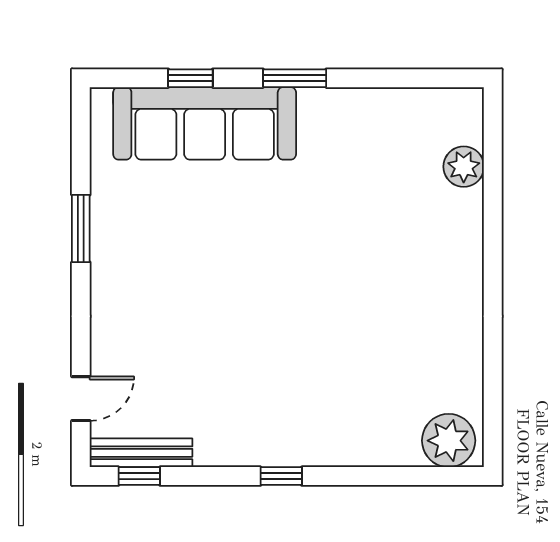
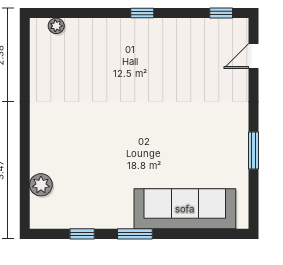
window: (190, 78) -> (82, 234), moved
plant: (449, 441) -> (56, 26), width x0.53, depth x0.53
bench: (141, 453) -> (220, 26), removed

